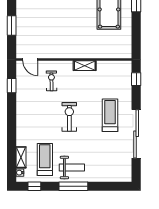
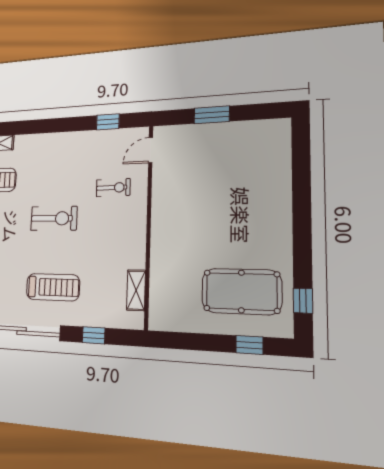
shelving: (85, 66) -> (136, 290), moved
window: (136, 79) -> (94, 335), moved

